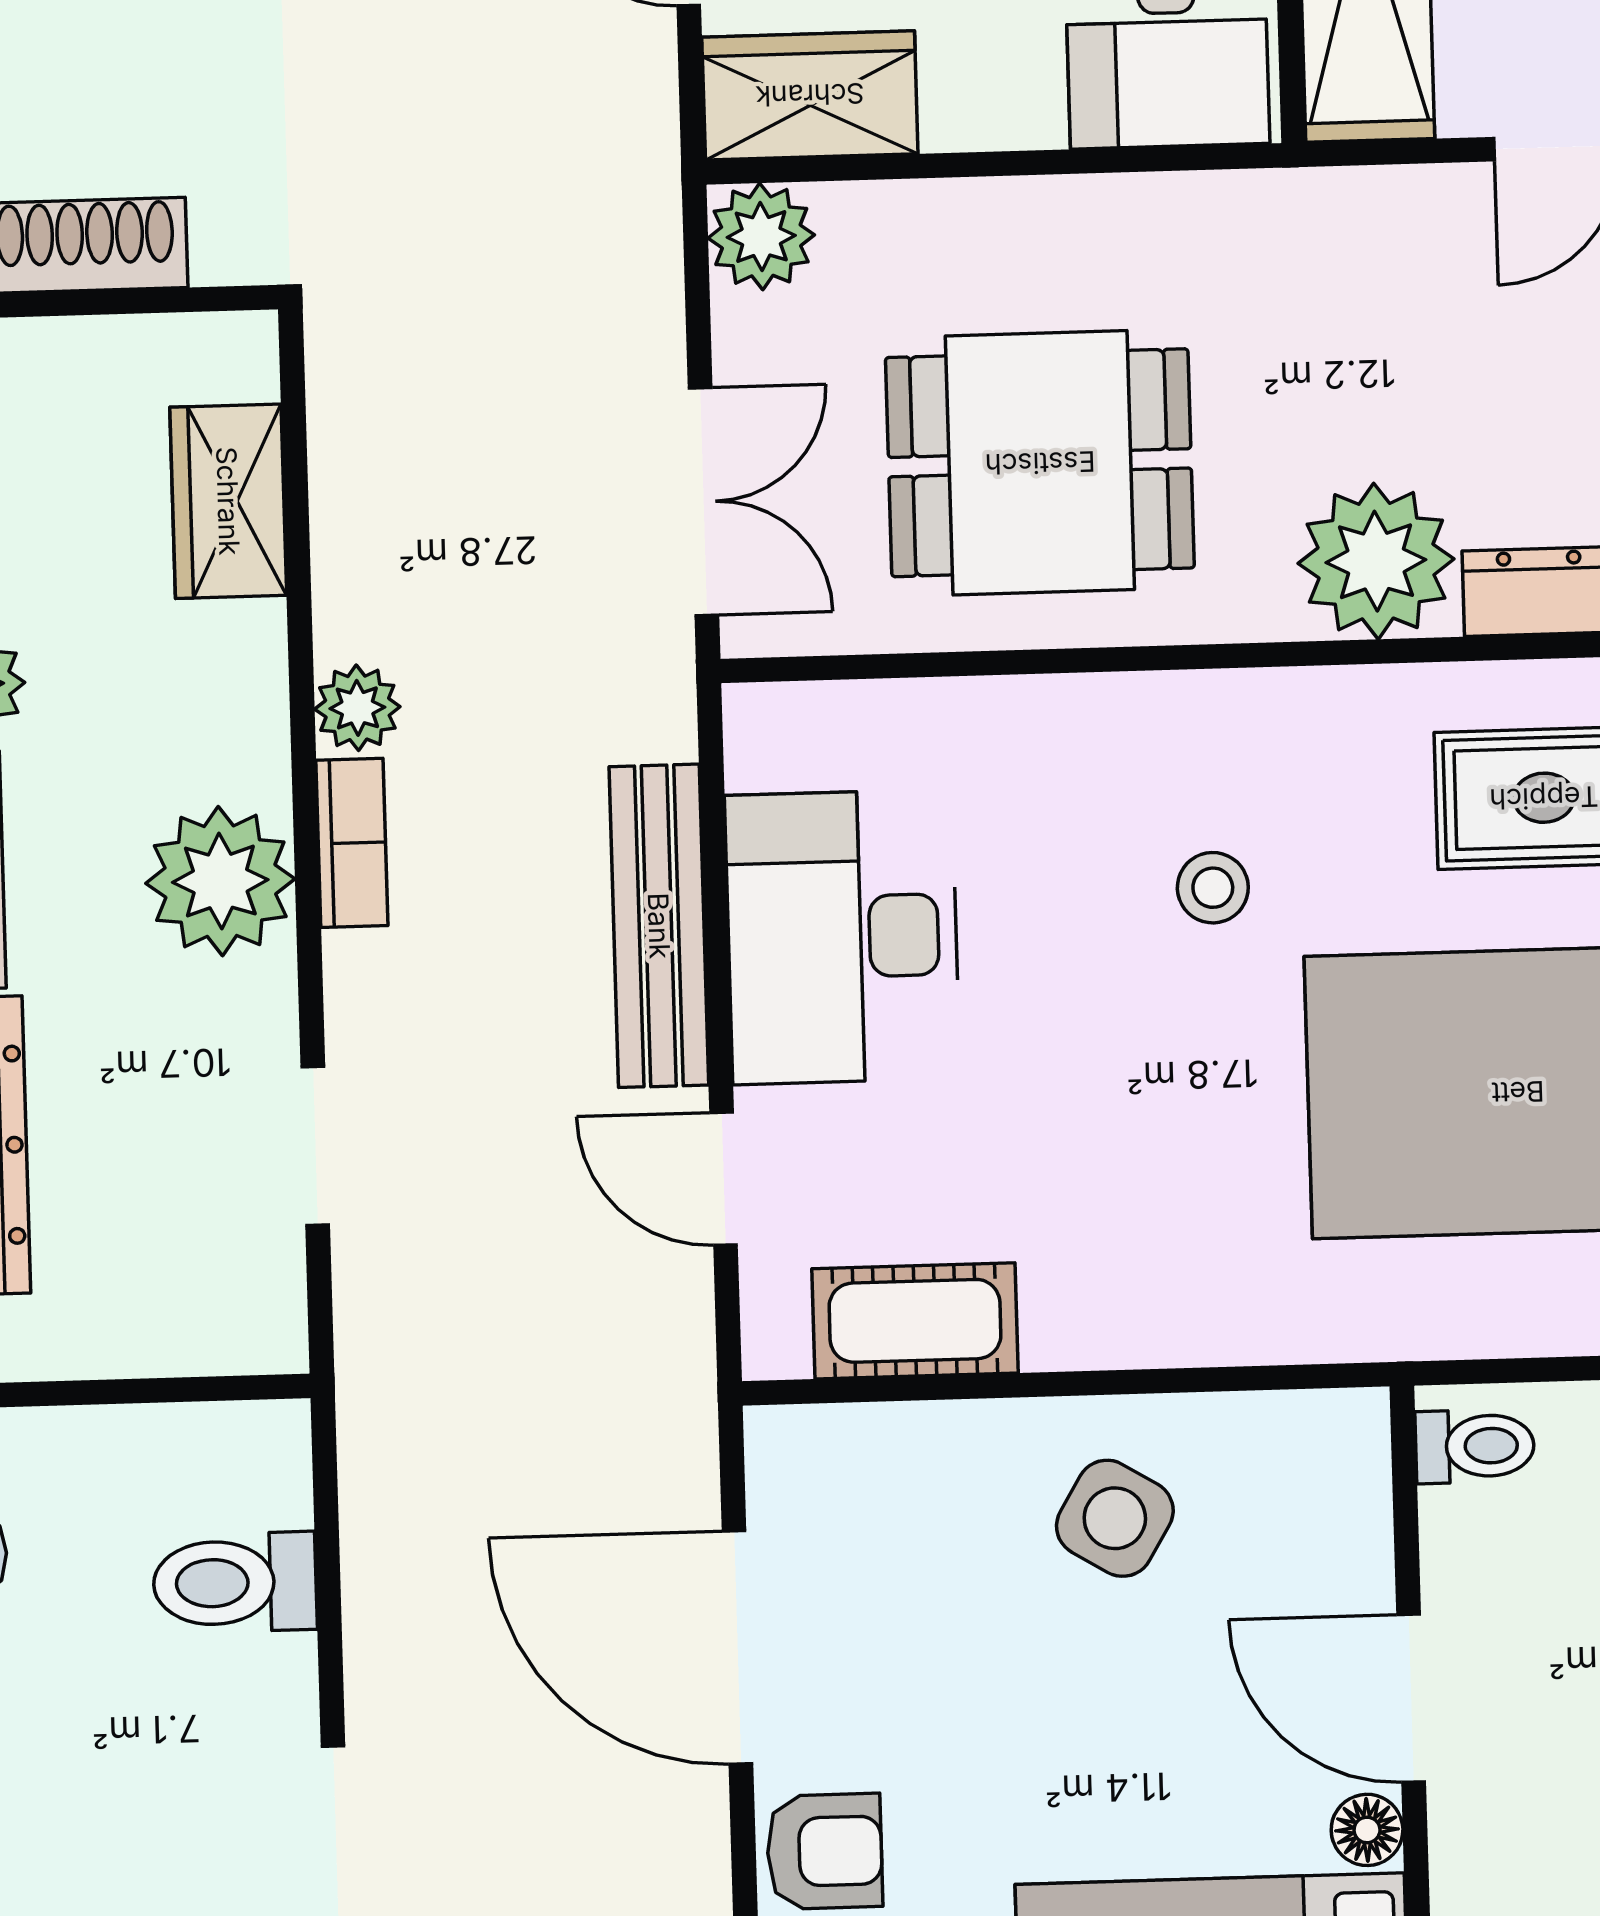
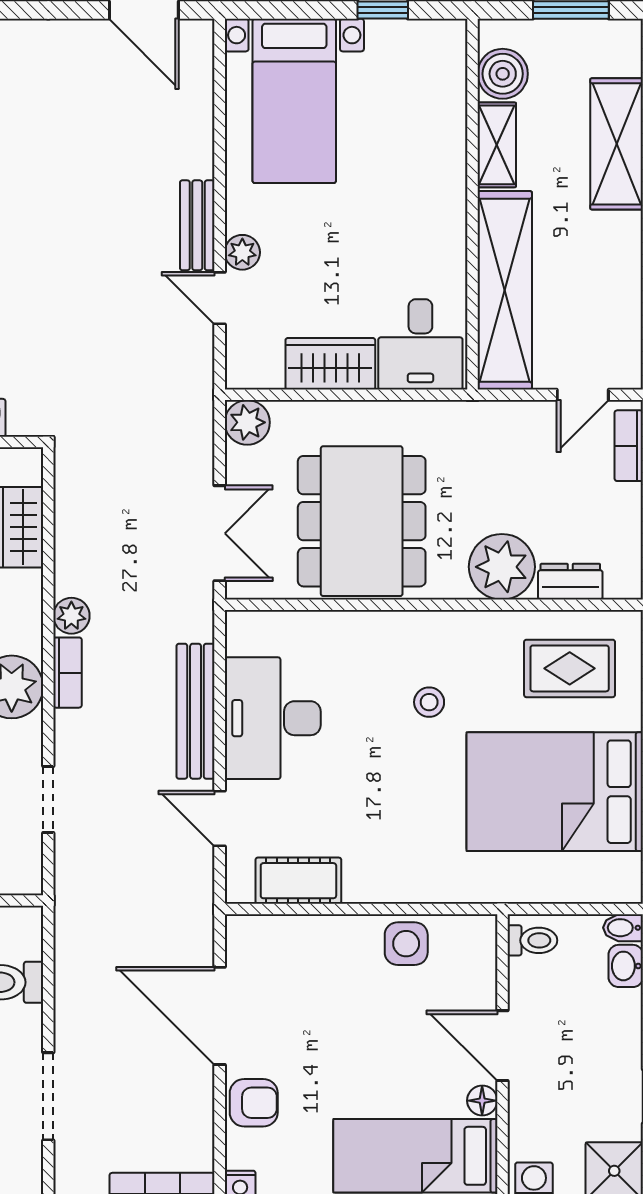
wardrobe: (810, 95) -> (330, 364), moved
dining table: (1040, 463) -> (362, 521), width x1.38
side table: (1115, 1518) -> (406, 944), moved, turned -31

